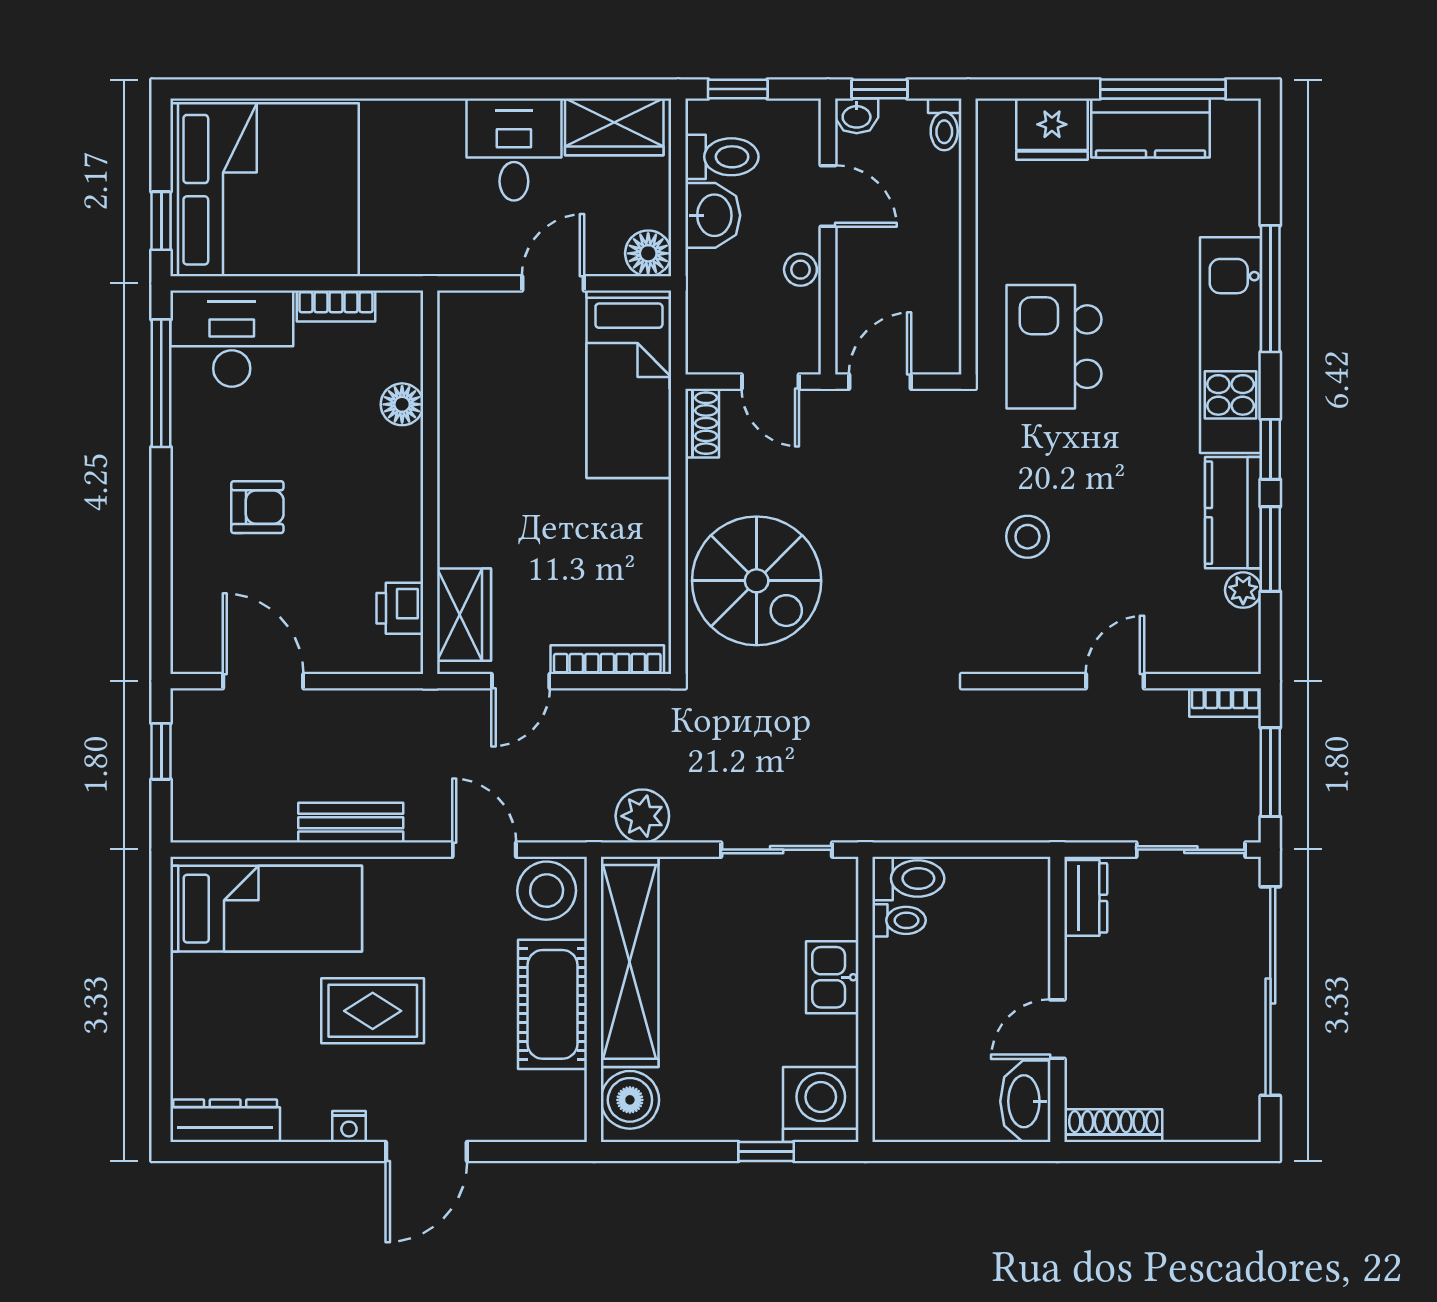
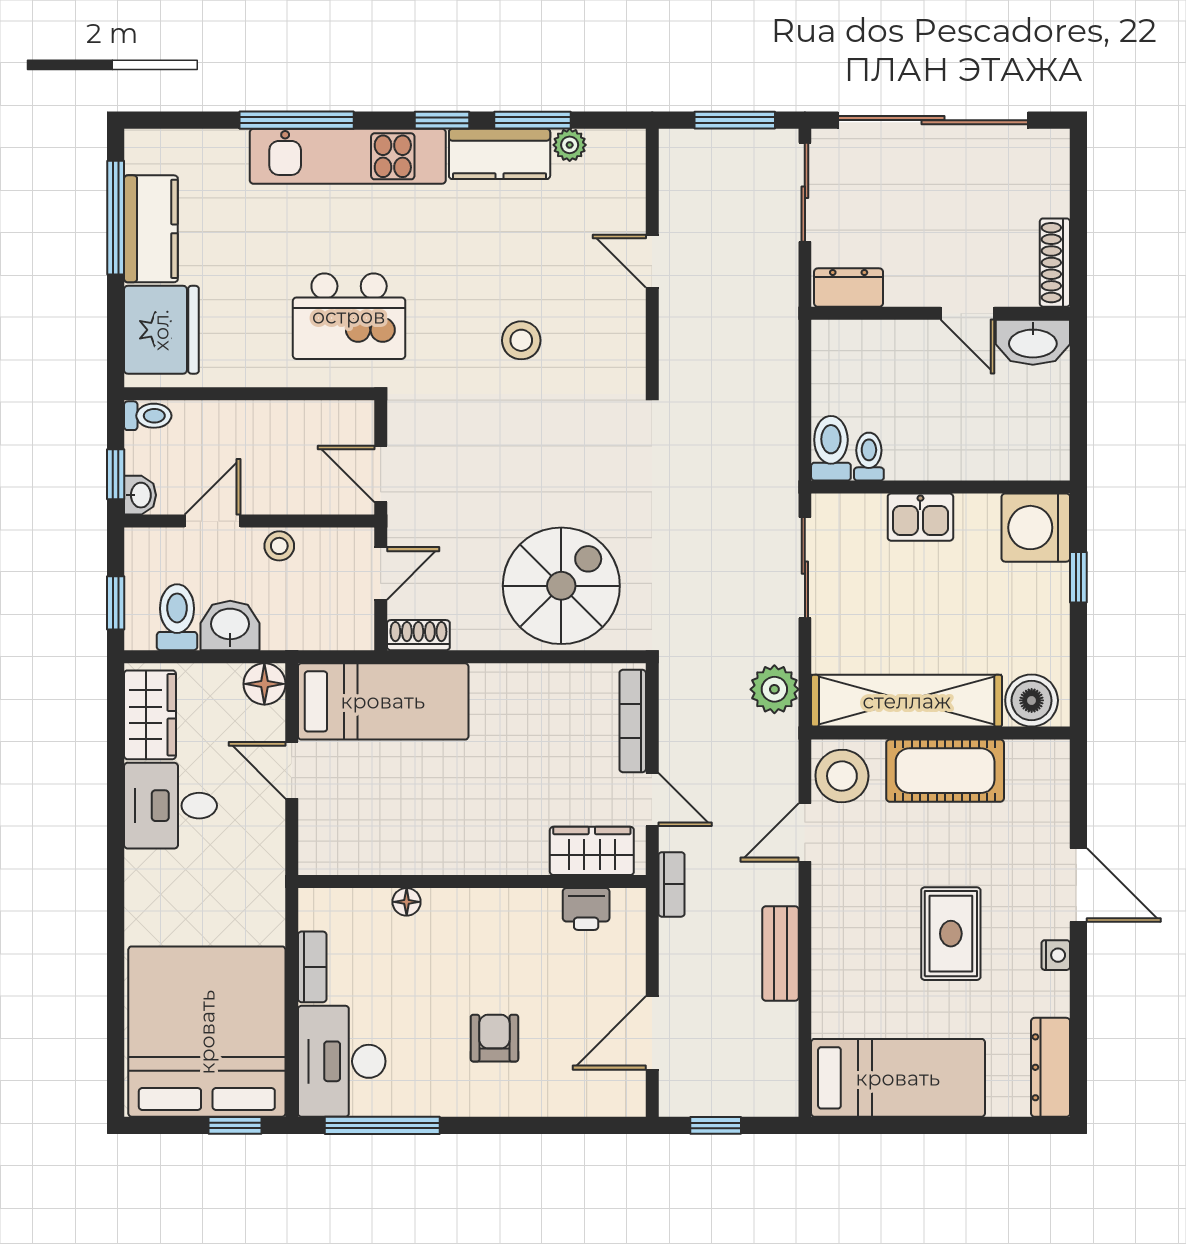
fridge: (1052, 129) -> (161, 330), width x1.36, depth x1.34
floor lamp: (402, 404) -> (407, 902), width x0.73, depth x0.73
bookcase: (1225, 702) -> (672, 884), moved
bed: (266, 909) -> (898, 1078), moved, turned 90

